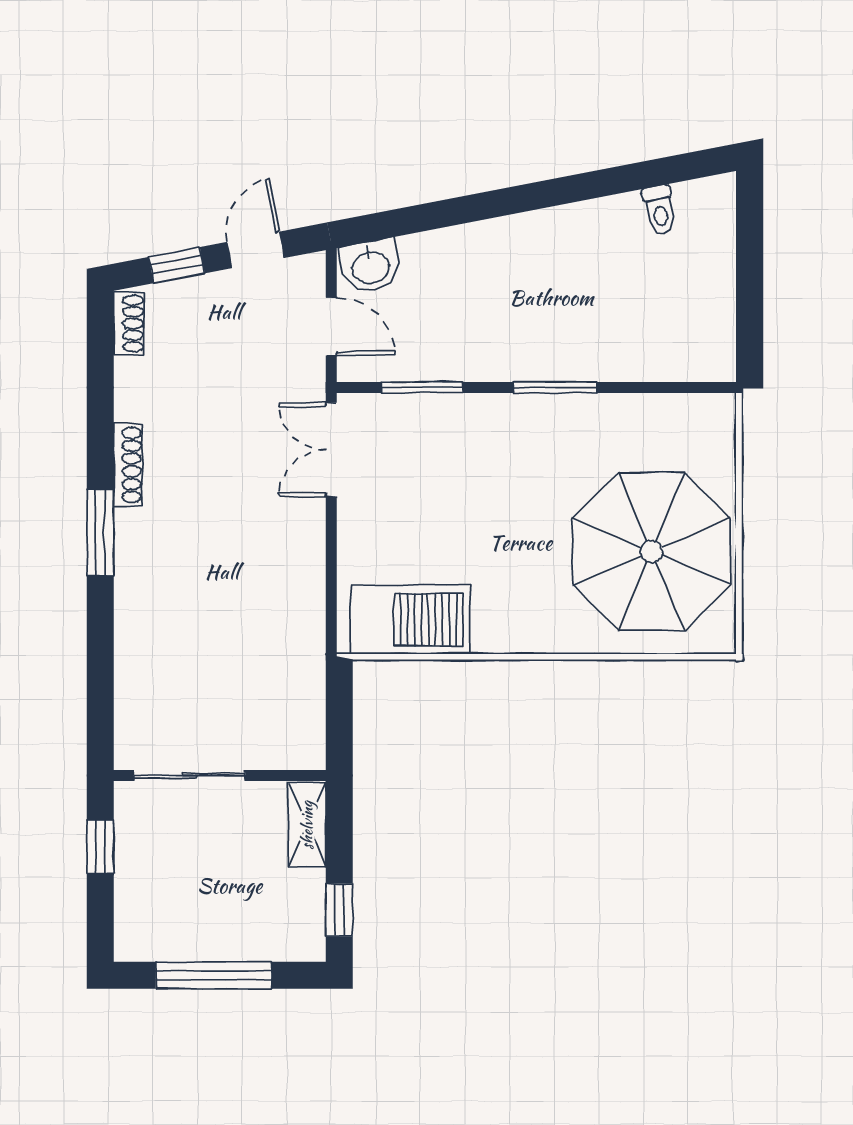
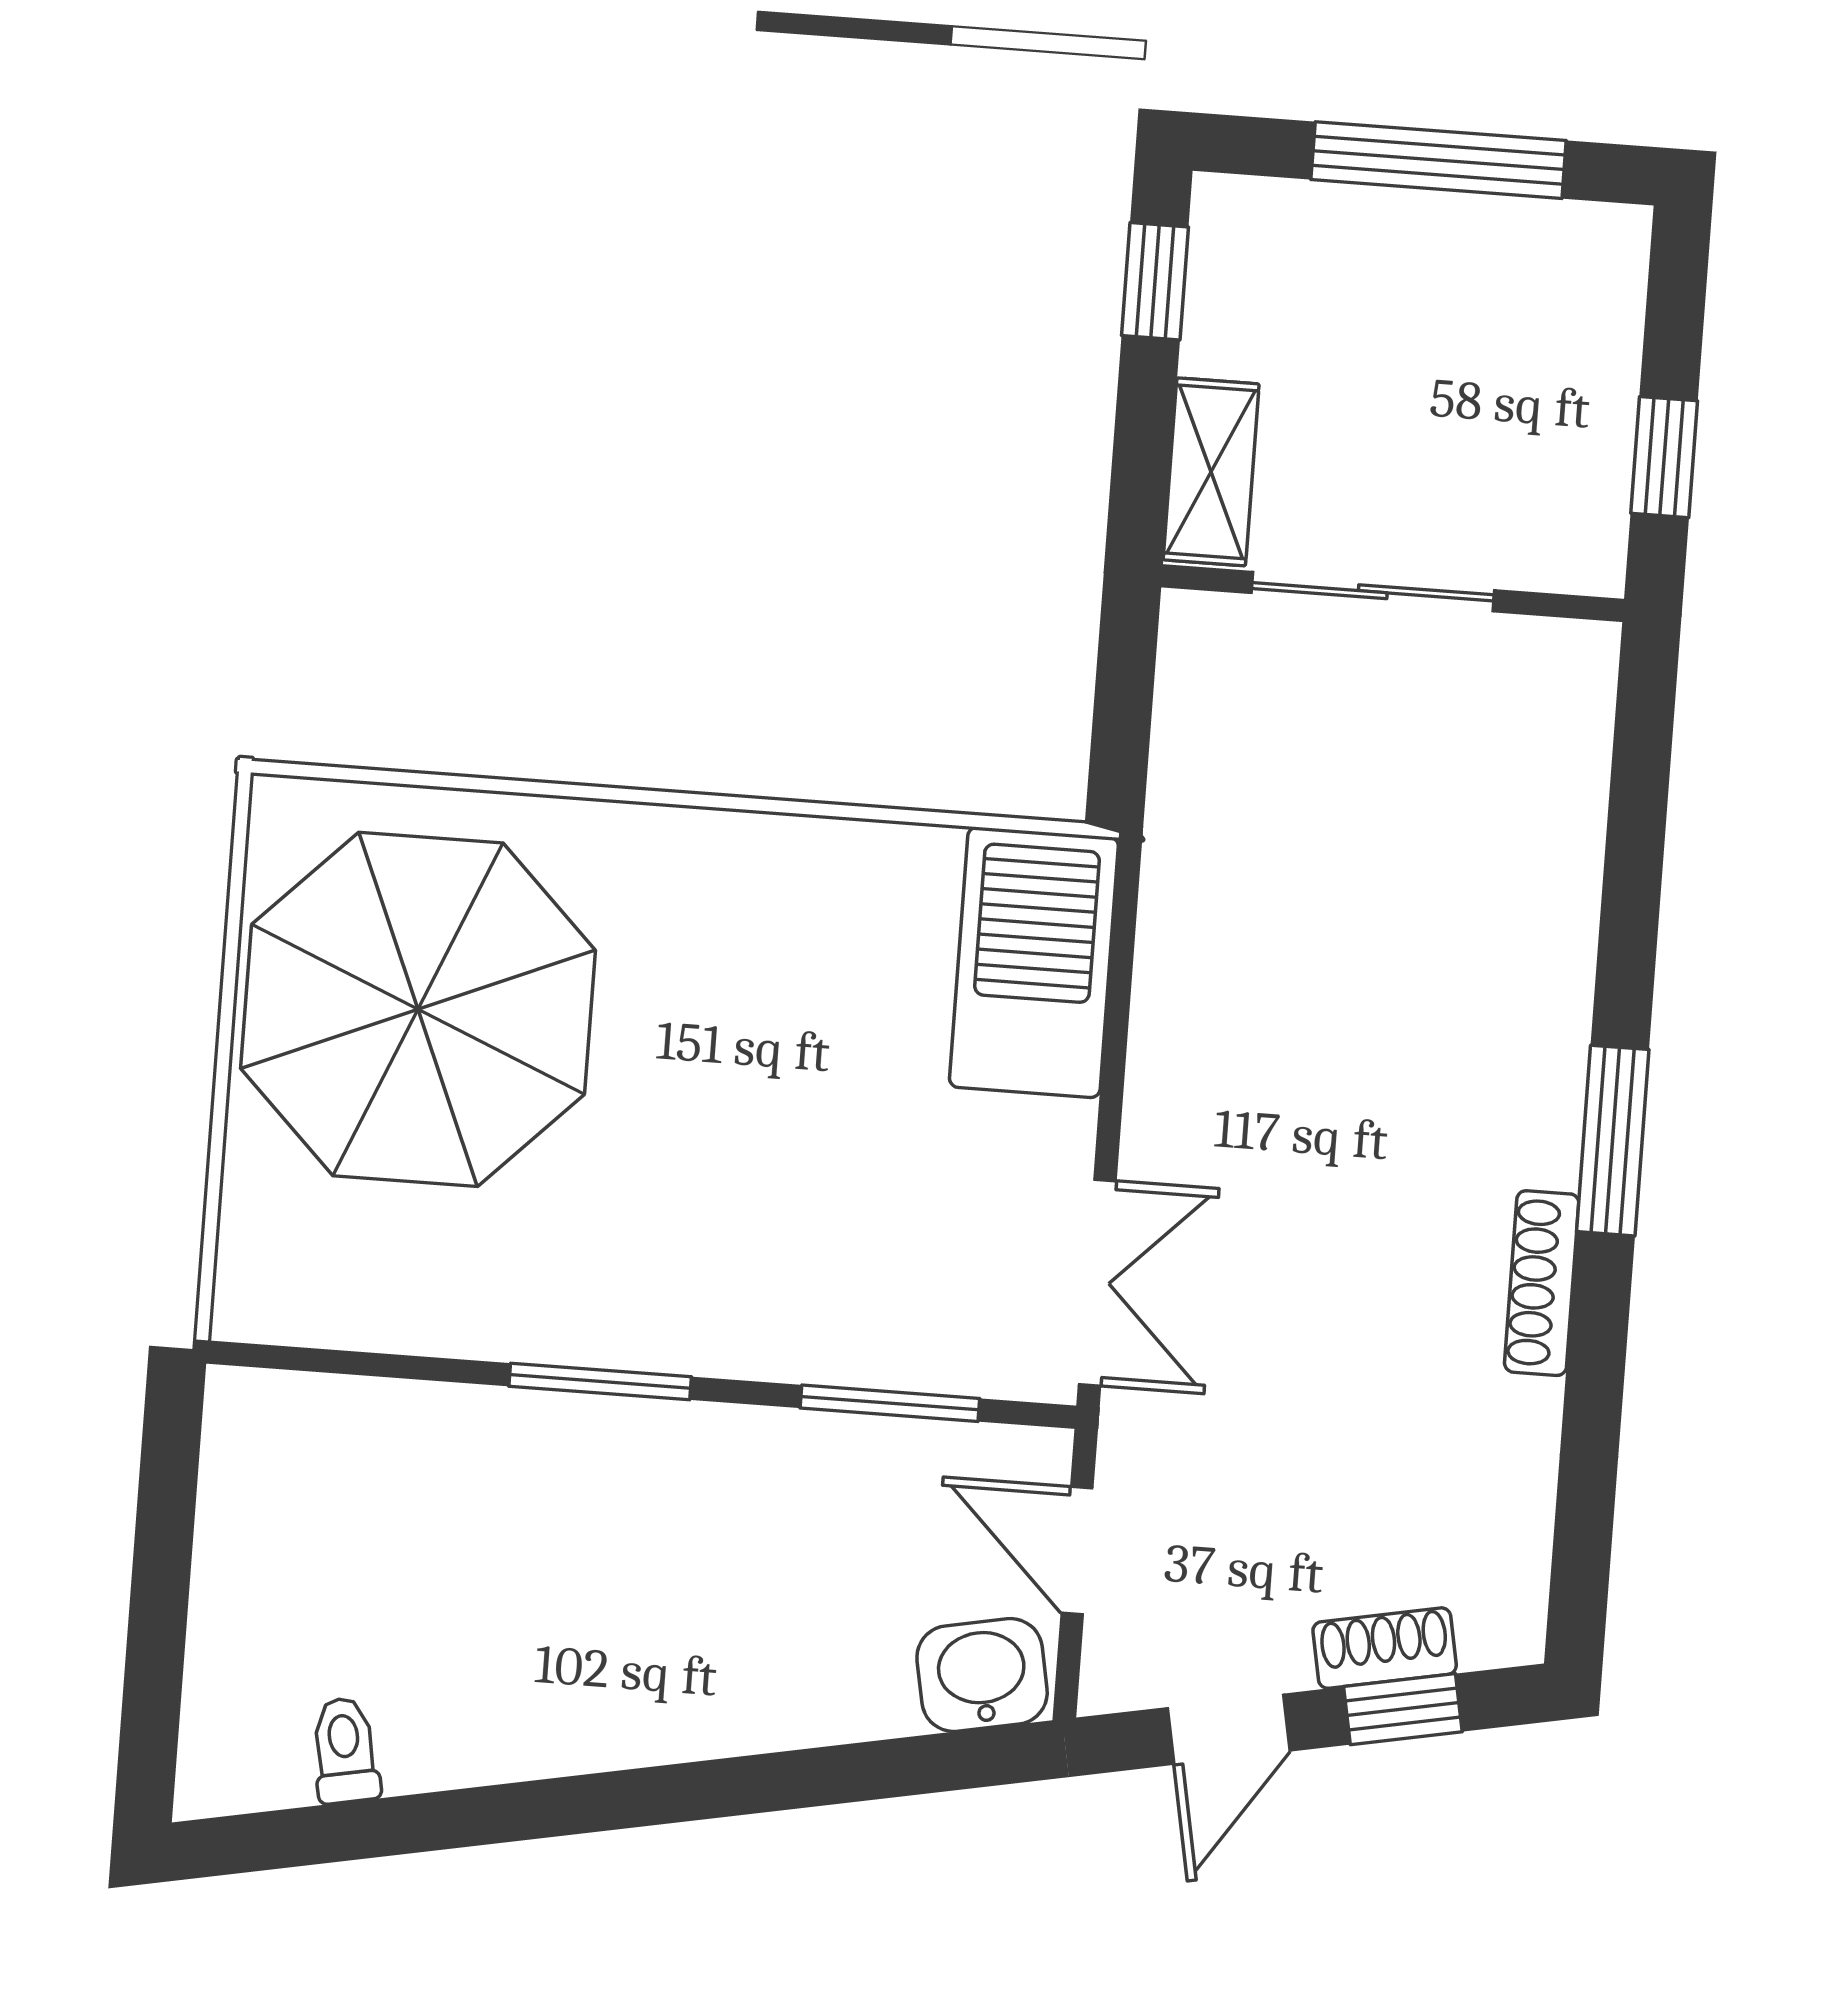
shoe rack: (129, 324) -> (1385, 1648), moved, turned 79
barbecue: (410, 620) -> (1034, 962), moved, turned 90
sliding door: (190, 775) -> (1373, 592), moved

